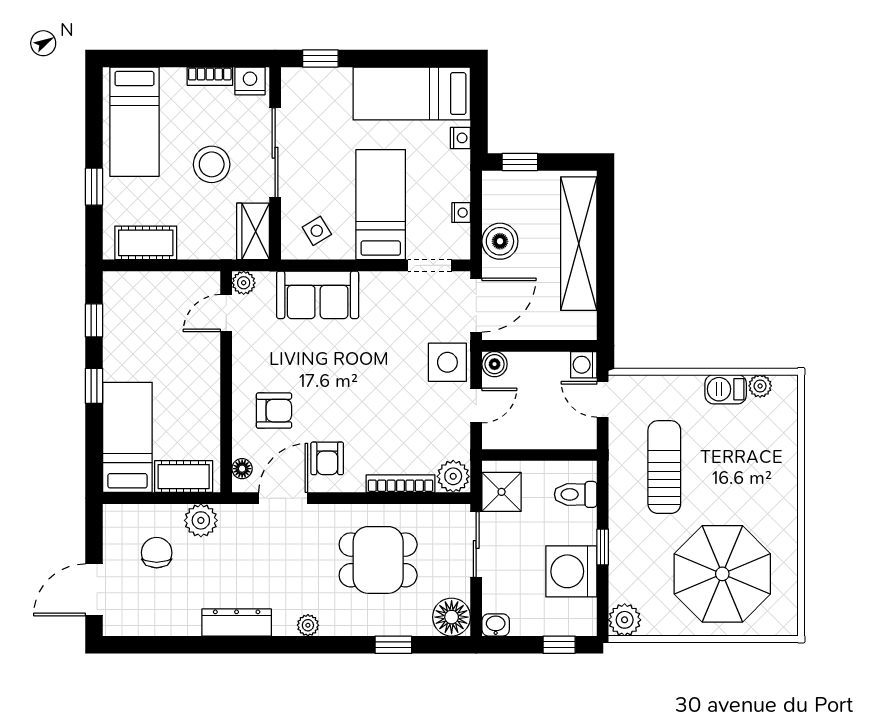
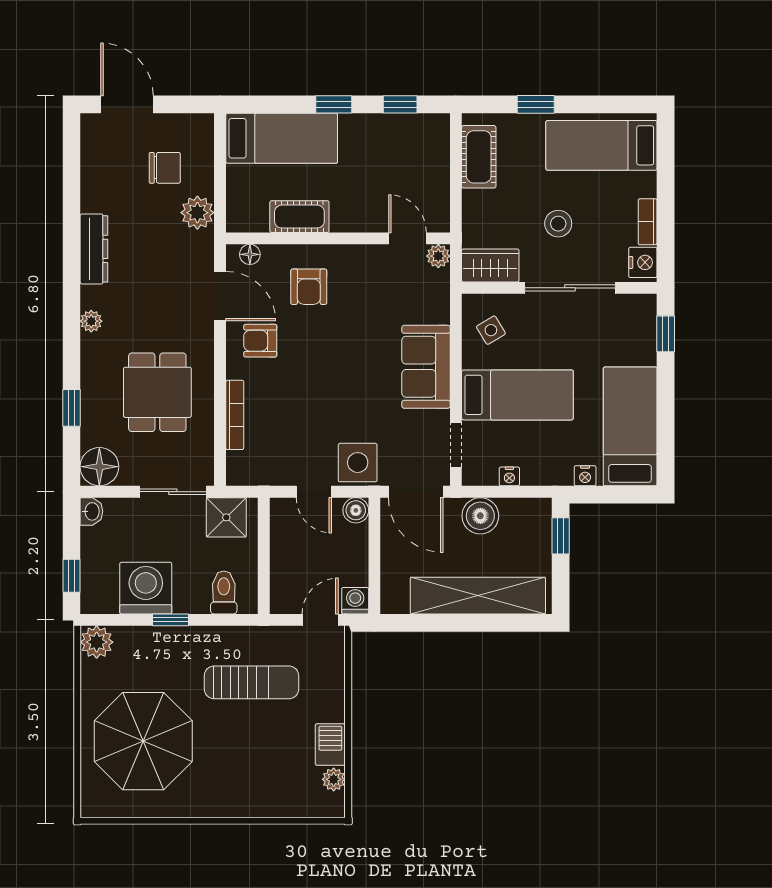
stool: (212, 164) -> (558, 224), width x0.73, depth x0.73
sofa: (318, 295) -> (426, 367), moved
plant: (453, 476) -> (242, 468), removed
cot: (184, 477) -> (299, 217), moved, turned 90

